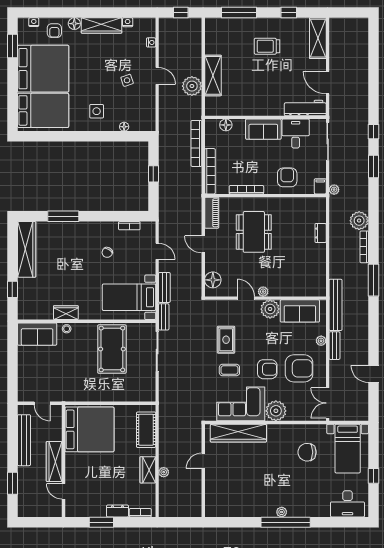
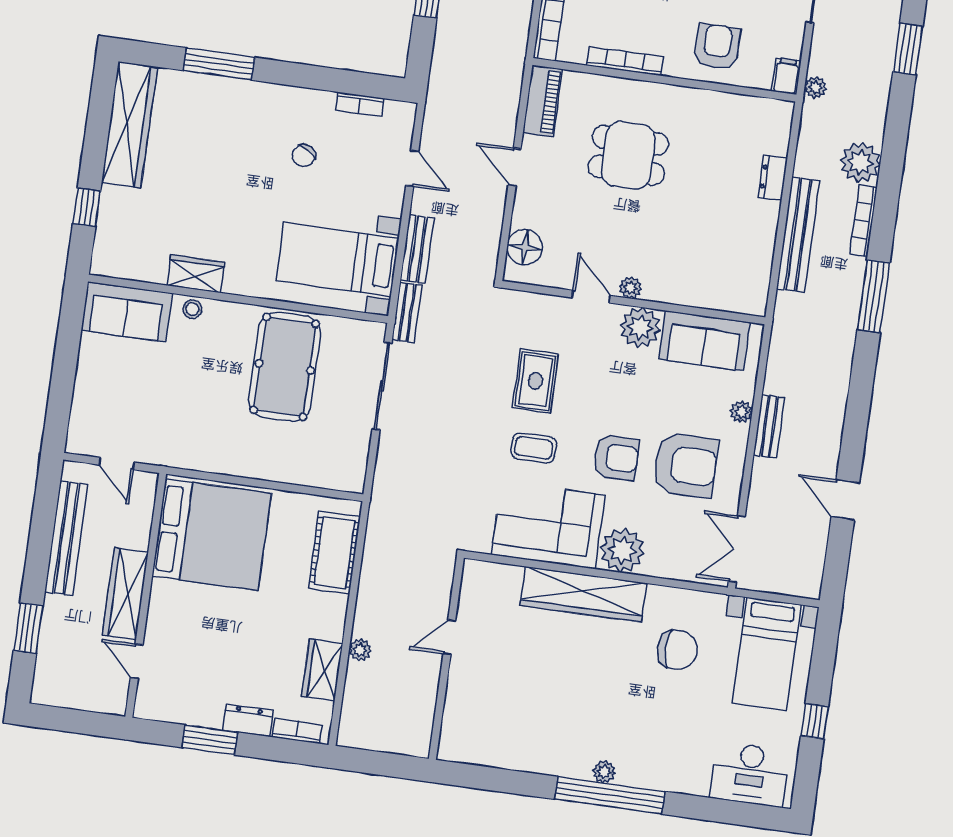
dining table: (254, 232) -> (628, 155), width x0.73
bench: (336, 305) -> (798, 235), moved
wardrobe: (238, 433) -> (583, 594), moved
chair: (307, 452) -> (677, 650), turned 180
wardrobe: (148, 470) -> (322, 670), moved

